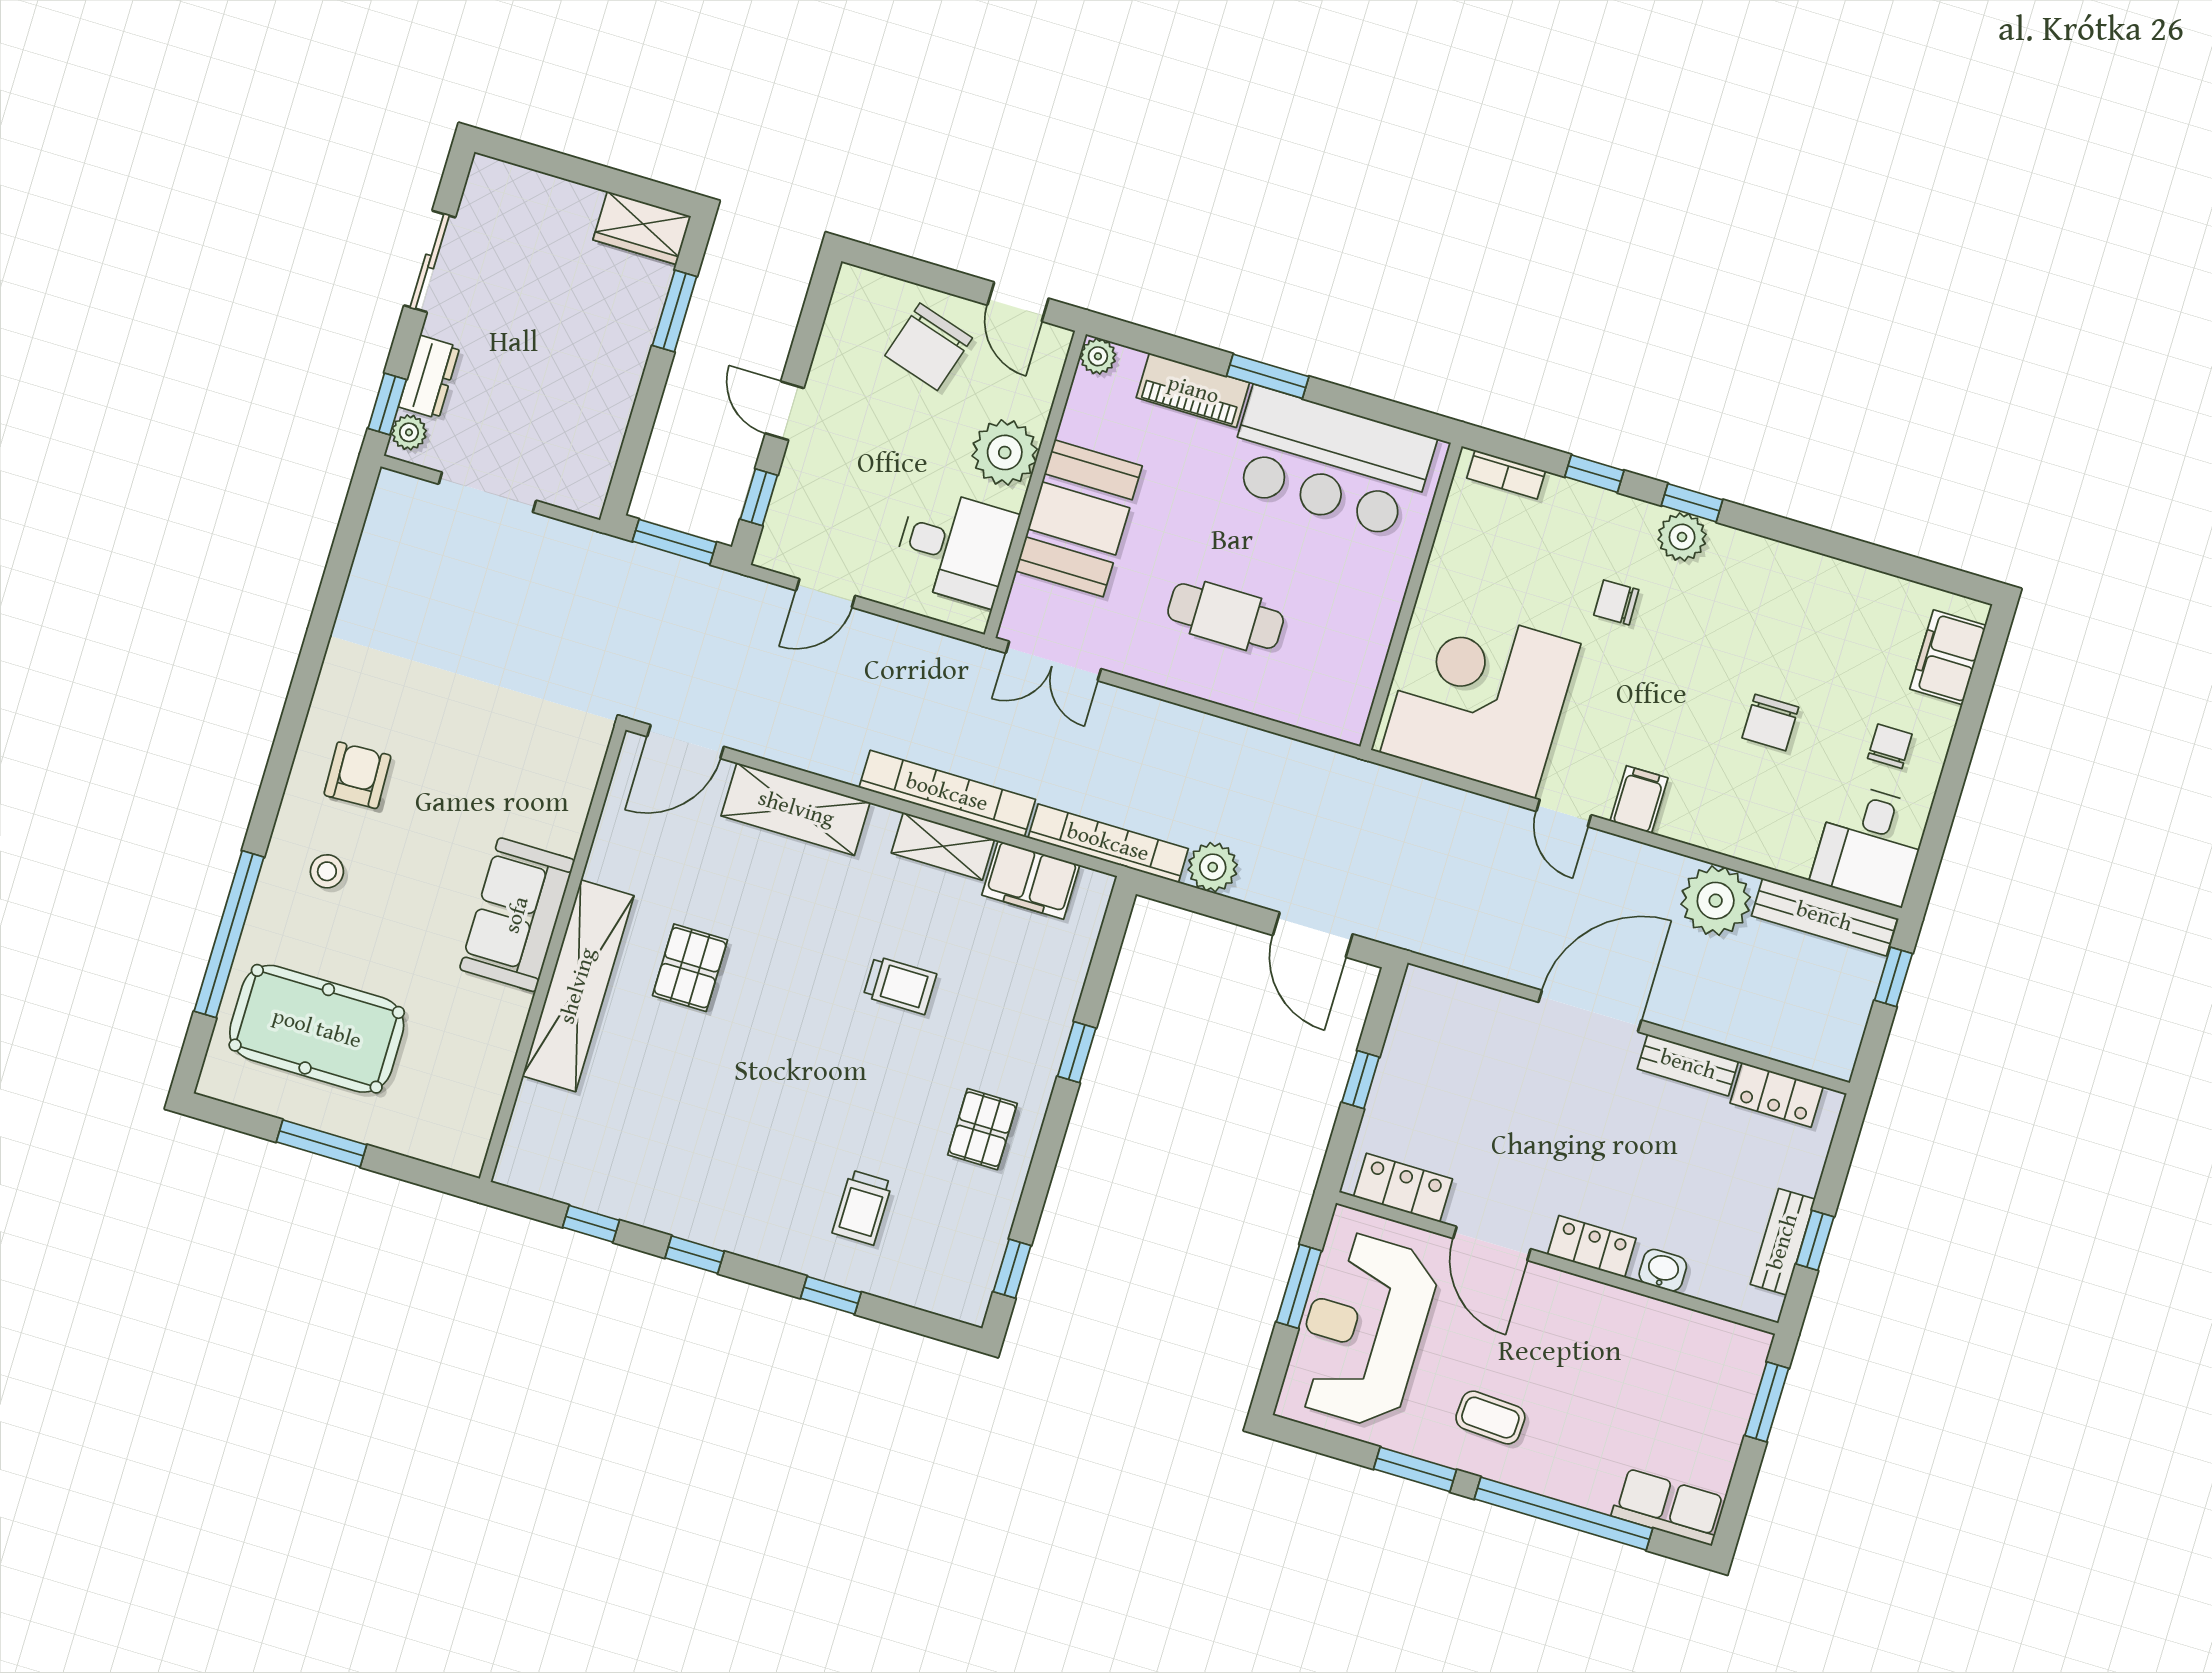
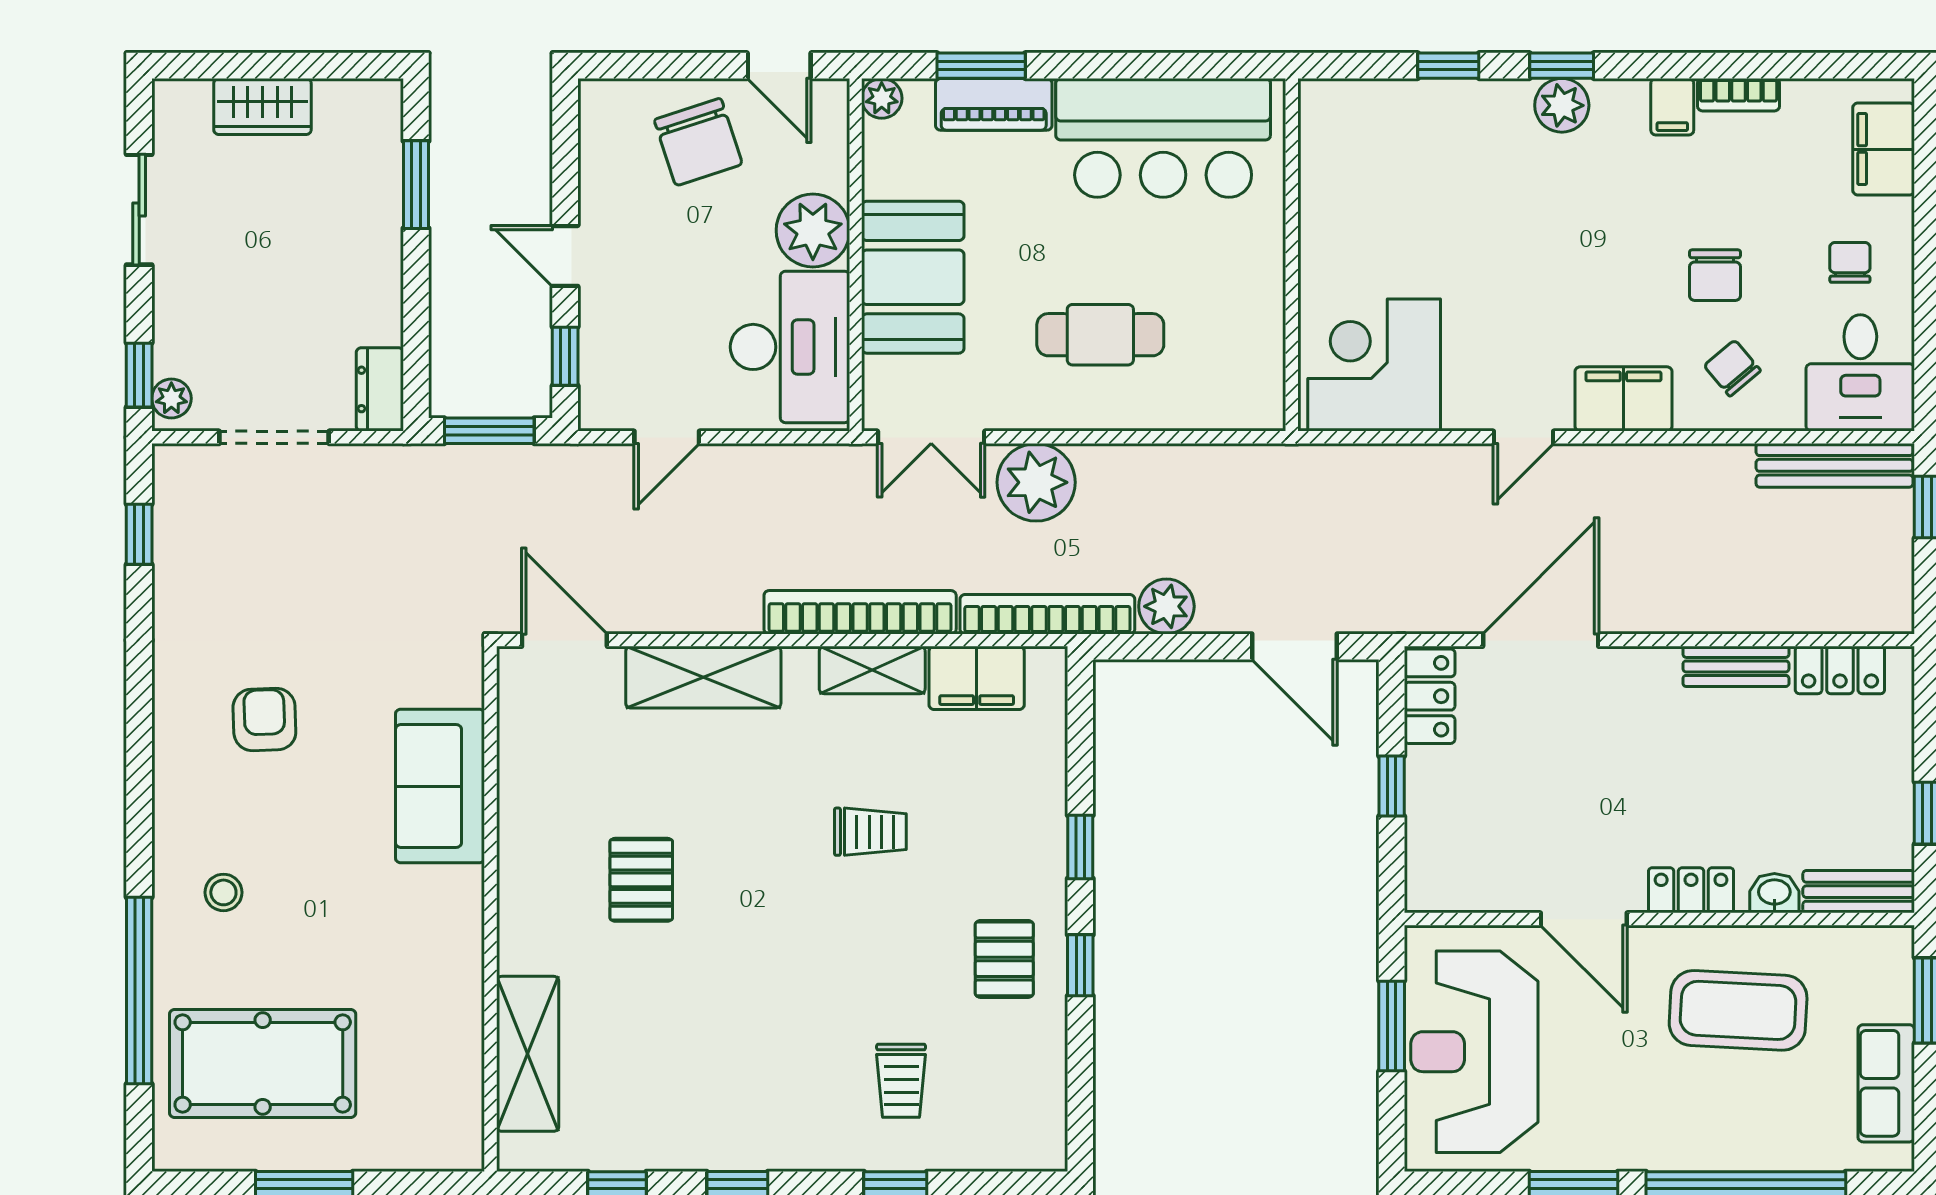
wardrobe: (642, 228) -> (262, 106), moved
chair: (929, 347) -> (698, 142), turned -35
window: (1268, 376) -> (981, 66), moved
dresser: (429, 377) -> (380, 389), moved, turned 180
bookcase: (1506, 475) -> (1739, 95), moved
window: (346, 541) -> (139, 534), added
desk: (955, 547) -> (790, 347), width x1.37
filing cabinet: (1777, 567) -> (1672, 107), added
chair: (1616, 602) -> (1732, 368), moved, turned 51
corner desk: (1480, 698) -> (1374, 365), width x0.74, depth x0.74
door: (685, 742) -> (564, 640), swing flipped
armchair: (357, 775) -> (264, 720), moved
filing cabinet: (1639, 800) -> (1623, 399), width x2.00
door: (1564, 813) -> (1523, 437), hinge flipped
plant: (1716, 901) -> (1036, 482), moved
sofa: (517, 915) -> (440, 786), moved
shelving: (578, 986) -> (528, 1054), moved, width x0.68
door: (1590, 1011) -> (1541, 640), moved
locker: (1403, 1188) -> (1430, 696), moved, turned 90
bench: (1783, 1242) -> (1859, 892), moved, turned 90
window: (1012, 1269) -> (1080, 965), moved
coffee table: (1490, 1418) -> (1738, 1010), moved, width x1.86, depth x1.72
row of seats: (1669, 1507) -> (1886, 1083), moved, turned -90

